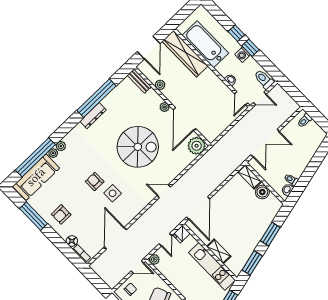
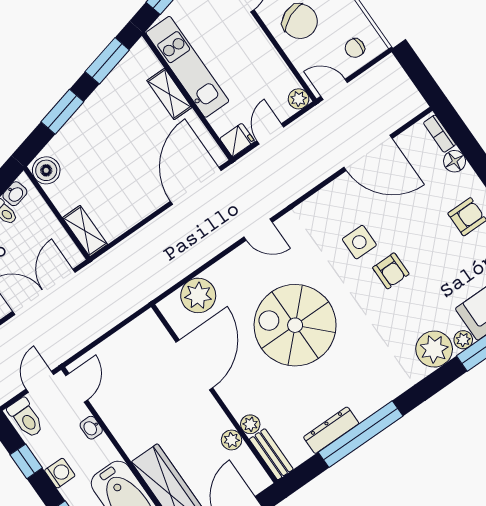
window: (250, 48) -> (26, 461), moved
door: (260, 98) -> (40, 382), hinge flipped
plant: (165, 107) -> (250, 424), moved
dresser: (93, 116) -> (331, 430), moved
plant: (61, 146) -> (434, 349), width x1.87, depth x1.87
plant: (197, 146) -> (198, 295), moved
boiler: (262, 192) -> (46, 170), moved
door: (115, 238) -> (368, 153), hinge flipped

